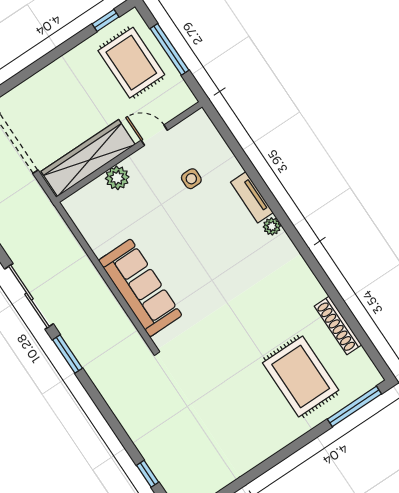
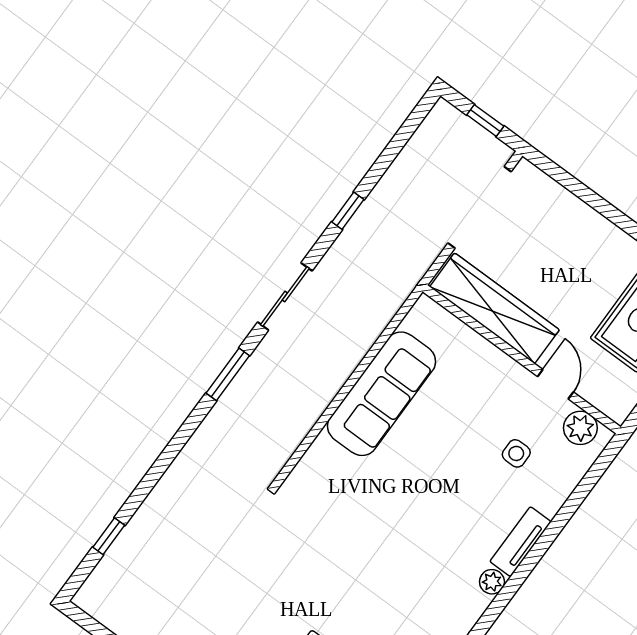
plant: (117, 178) -> (580, 428), moved
sofa: (140, 288) -> (382, 394), moved
sliding door: (29, 296) -> (285, 297), width x0.73

